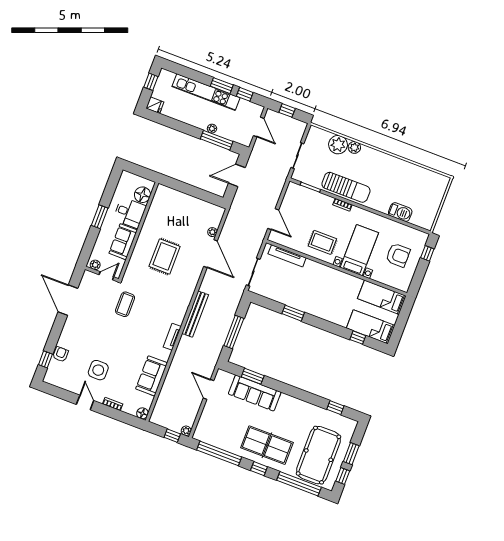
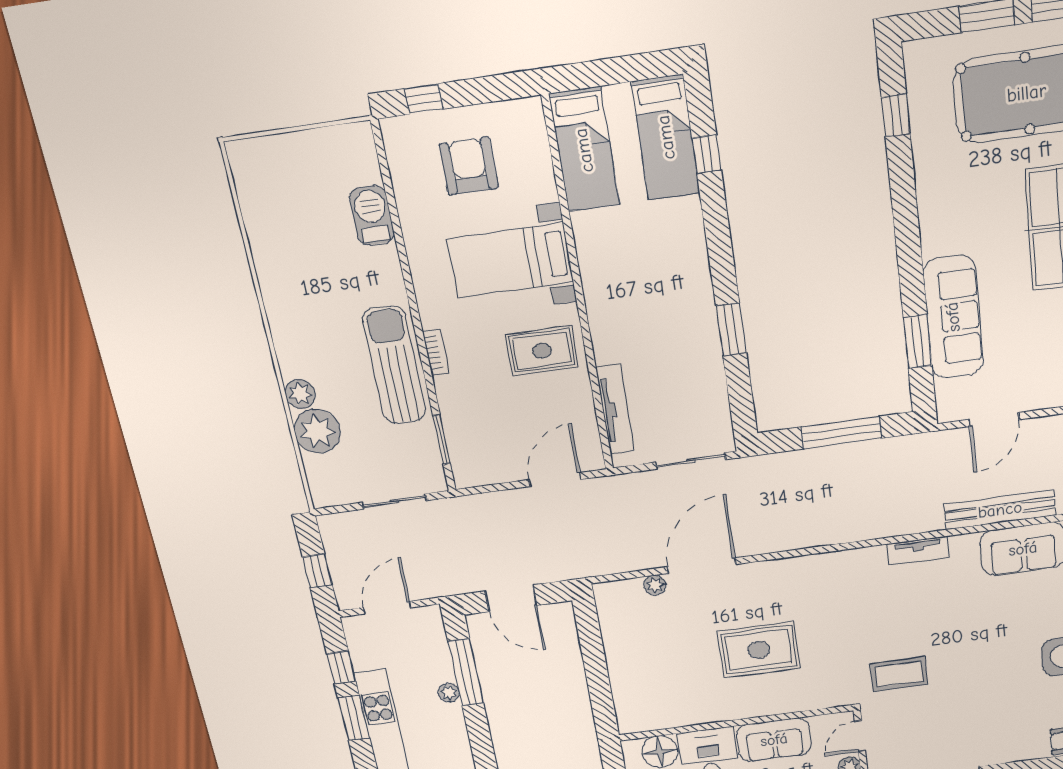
rug: (322, 242) -> (542, 351), turned 90
door: (106, 276) -> (860, 736), hinge flipped
bench: (195, 314) -> (1000, 510), moved

